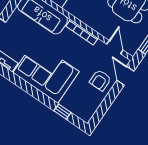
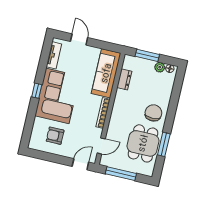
armchair: (100, 80) -> (55, 136), moved
window: (62, 112) -> (37, 91), moved

